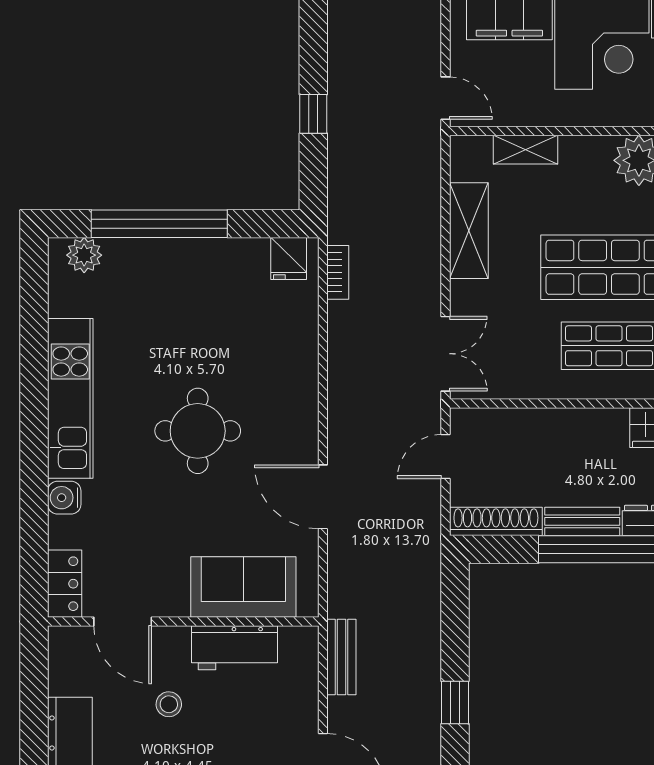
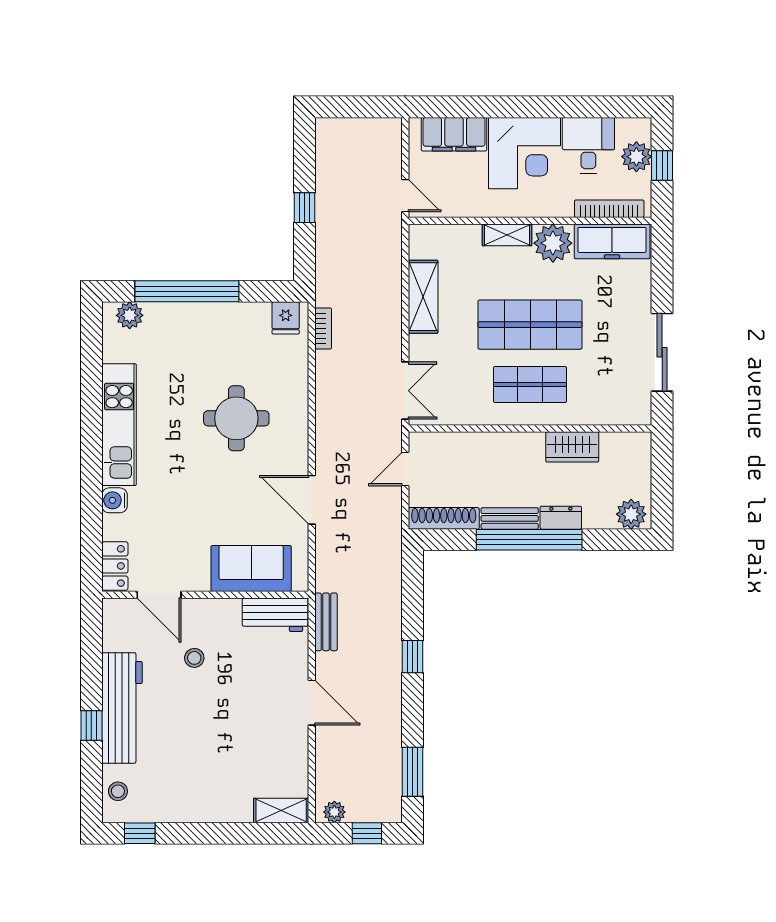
shelving: (526, 150) -> (507, 235), moved
round table: (198, 431) -> (236, 418), moved
workbench: (234, 648) -> (275, 615), moved

